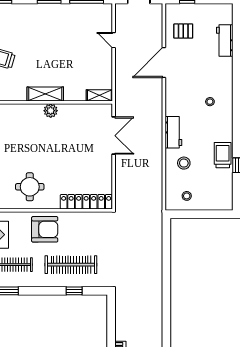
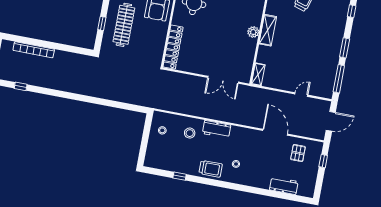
trolley: (223, 155) -> (211, 169), moved

